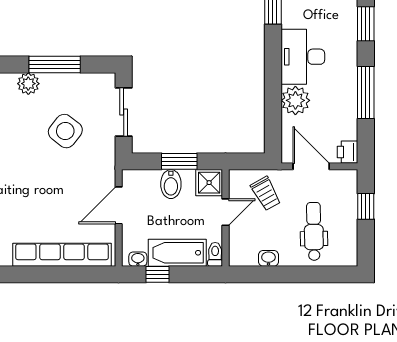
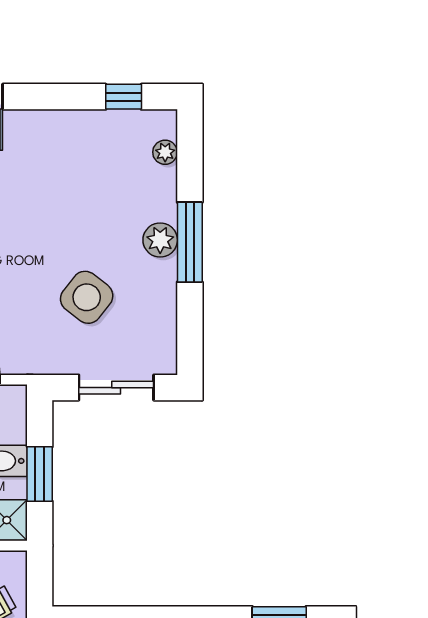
window: (55, 64) -> (190, 242), moved

